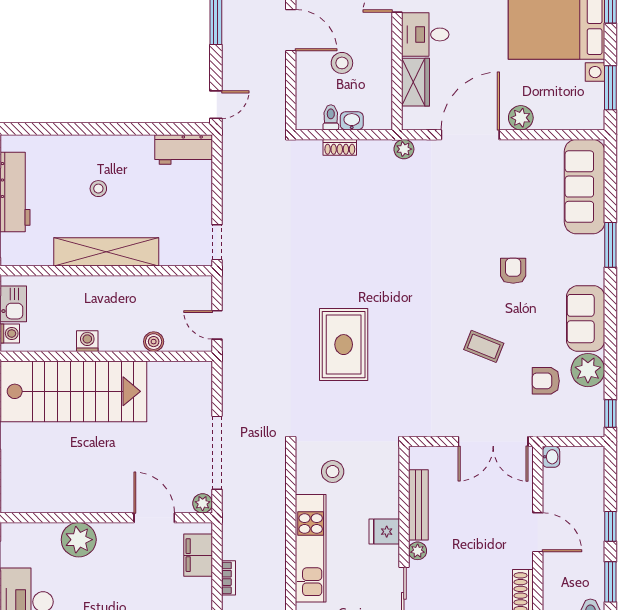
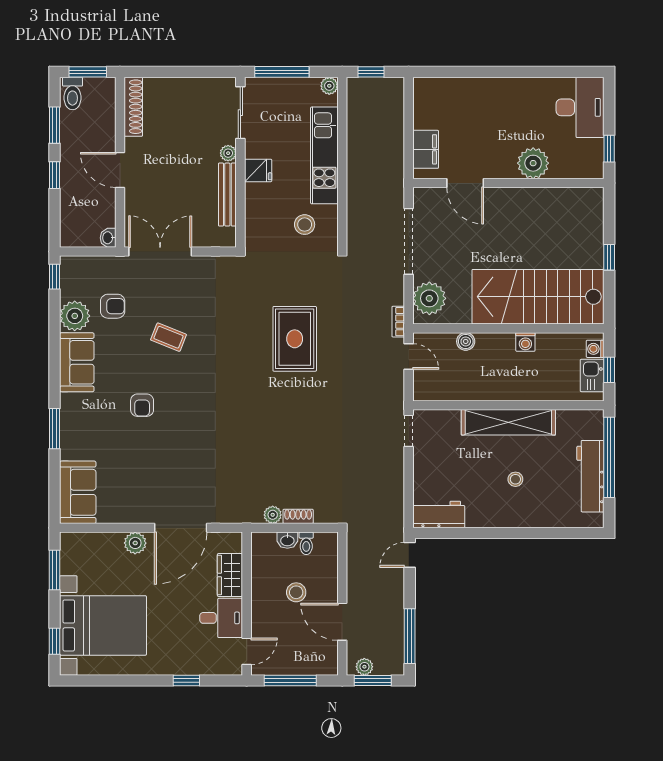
plant: (404, 149) -> (273, 515), moved
sofa: (585, 187) -> (78, 492), width x0.73
plant: (203, 503) -> (429, 298), moved, width x1.88, depth x1.88
bookcase: (228, 578) -> (398, 322), moved

